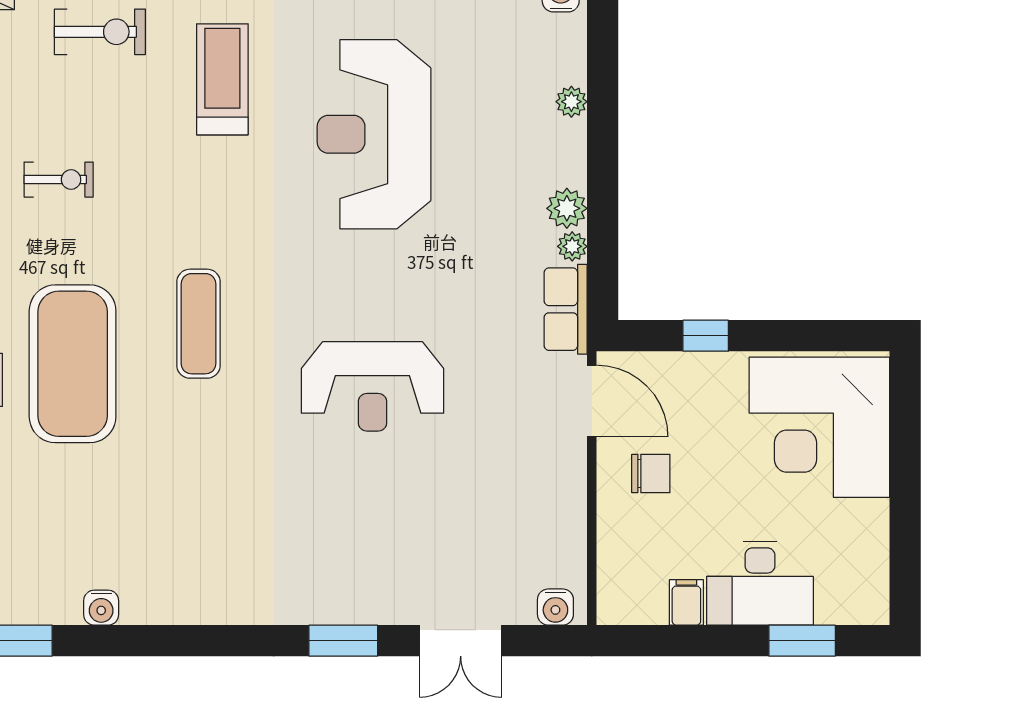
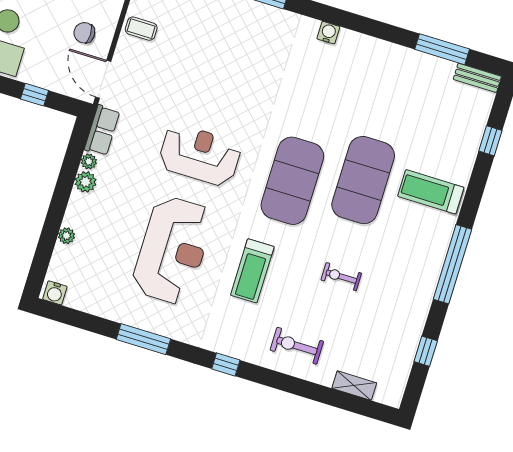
treadmill: (222, 79) -> (252, 271), moved
exercise mat: (199, 324) -> (292, 181), width x2.00, depth x1.45
reception desk: (372, 386) -> (200, 155), moved
coffee table: (552, 512) -> (141, 29), added
water cooler: (101, 608) -> (328, 33), moved

